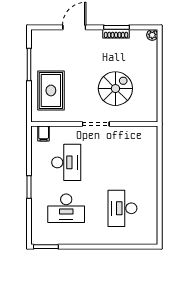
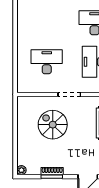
spiral stairs: (115, 89) -> (53, 125), turned 90
desk: (122, 208) -> (47, 62), moved, turned -90

